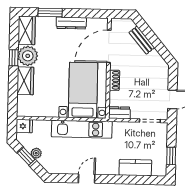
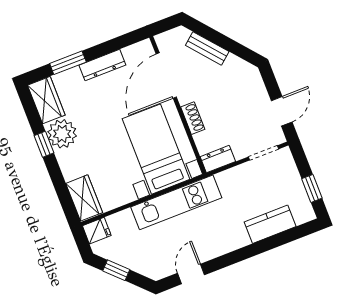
wardrobe: (25, 81) -> (84, 198), moved
plant: (36, 153) -> (128, 261), removed
door: (87, 179) -> (191, 274), moved

